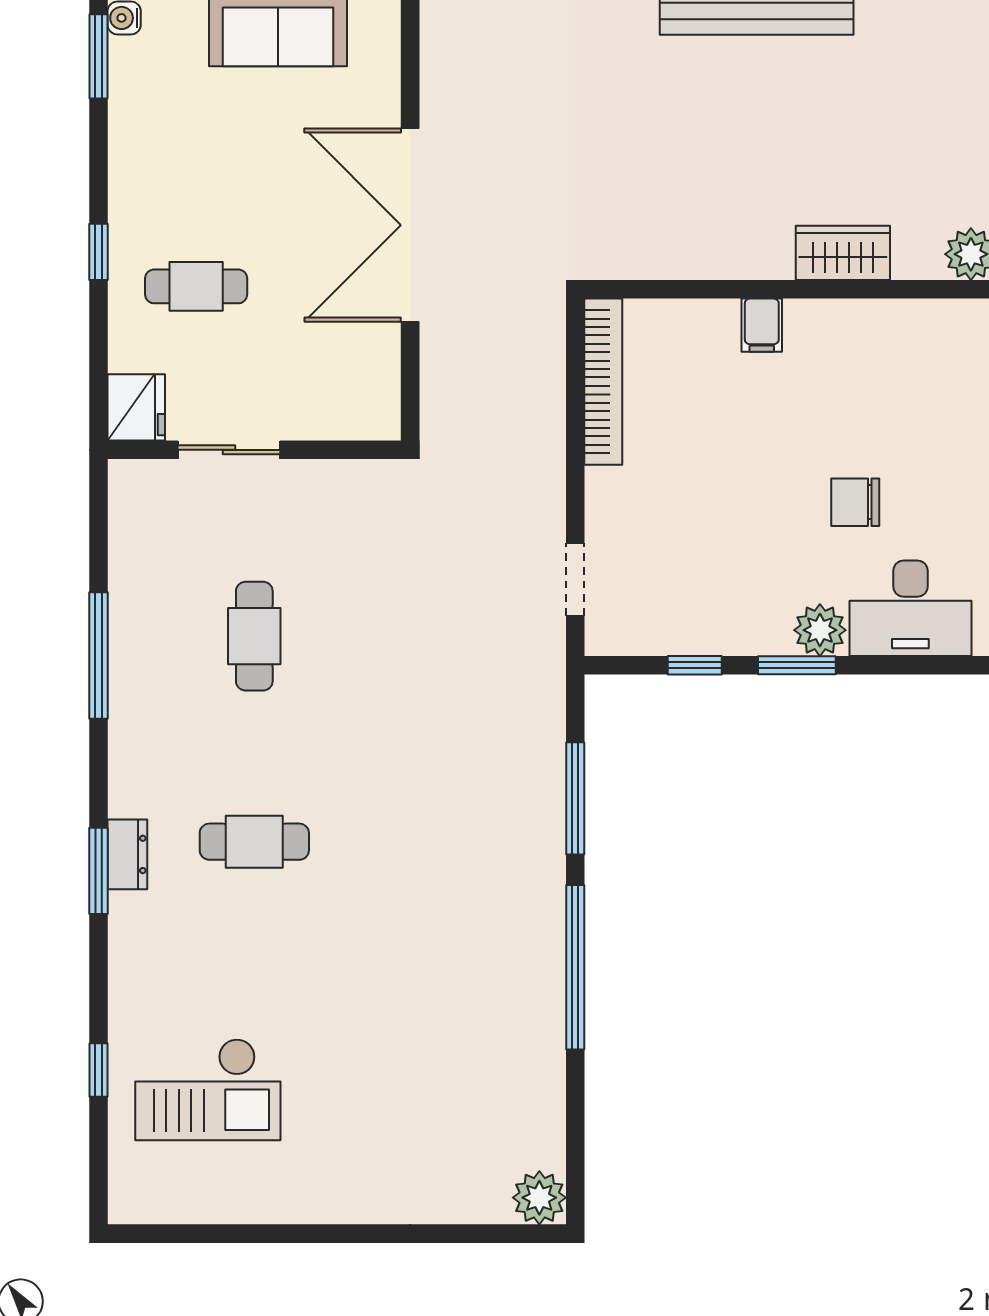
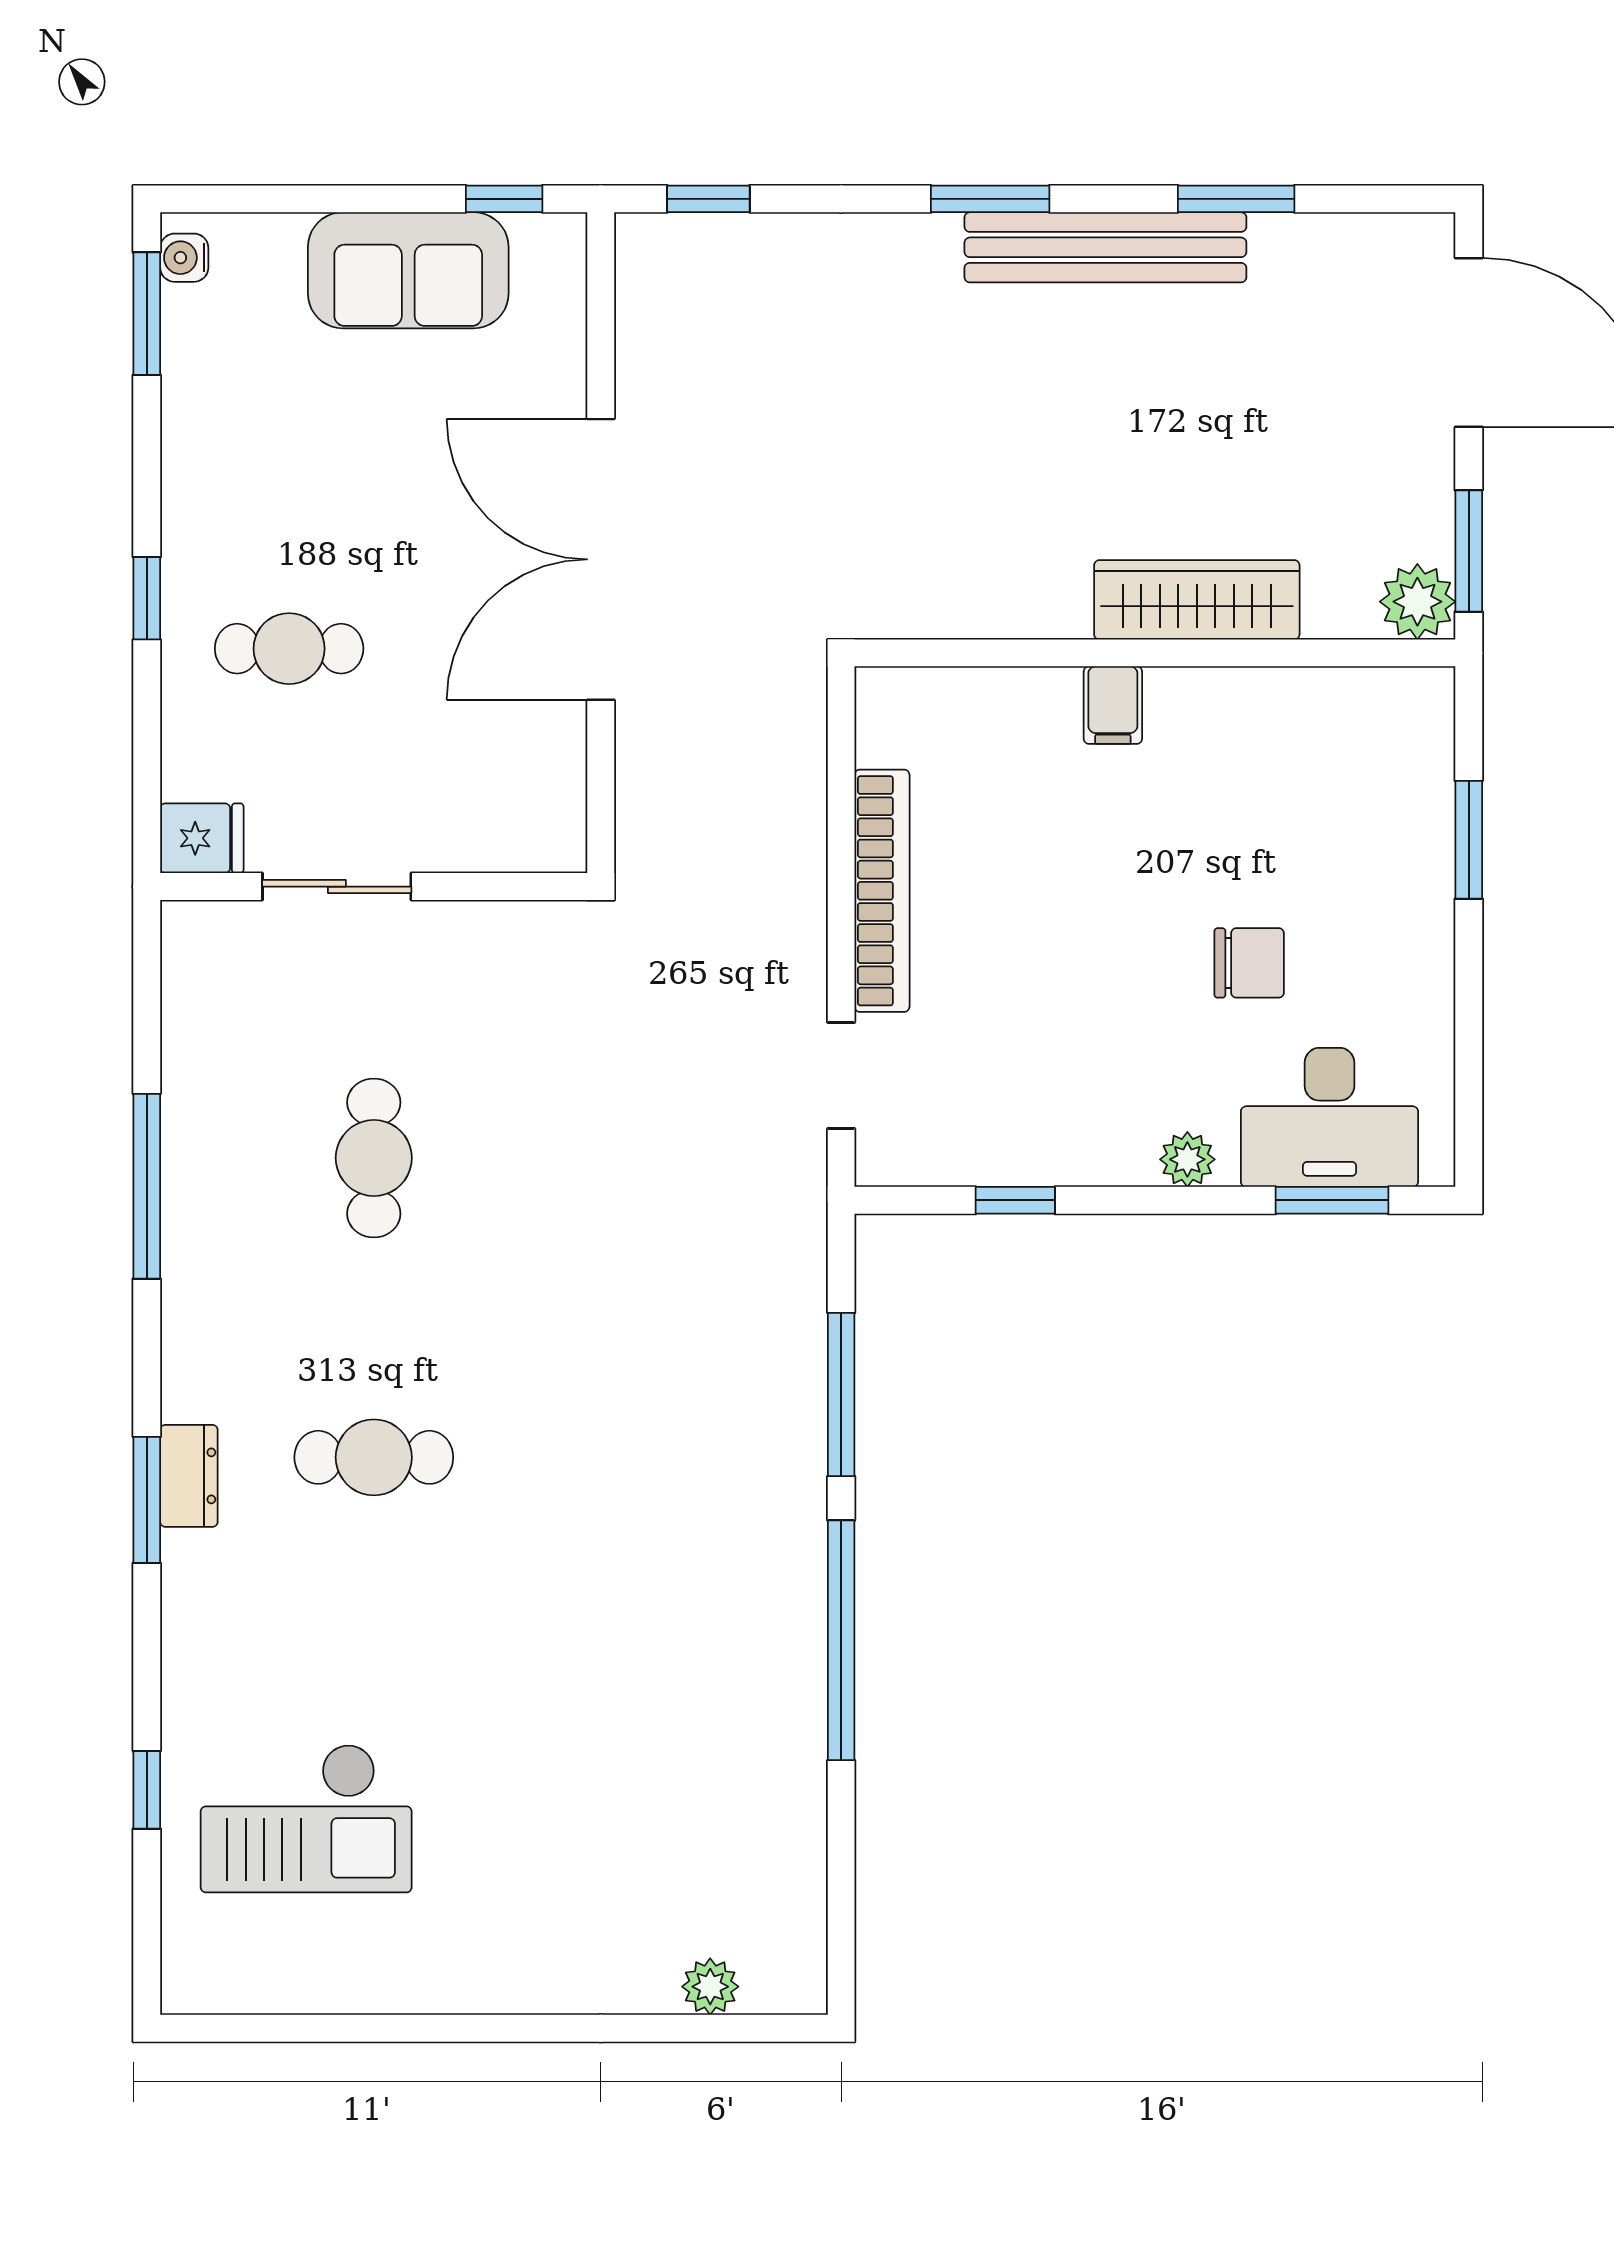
wardrobe: (843, 253) -> (1197, 600), width x1.50
bookcase: (603, 382) -> (882, 891), moved
fridge: (136, 407) -> (202, 838), width x0.72
chair: (855, 502) -> (1249, 963), turned 180
plant: (820, 630) -> (1187, 1159), width x0.73, depth x0.73
window: (797, 665) -> (1332, 1200), moved
plant: (539, 1198) -> (710, 1987), moved, width x0.73, depth x0.73

